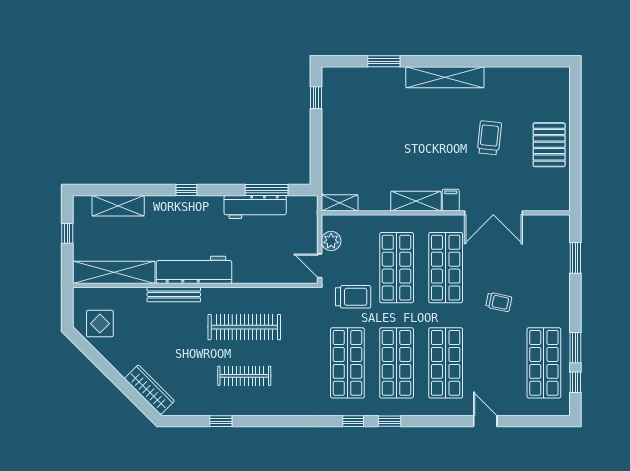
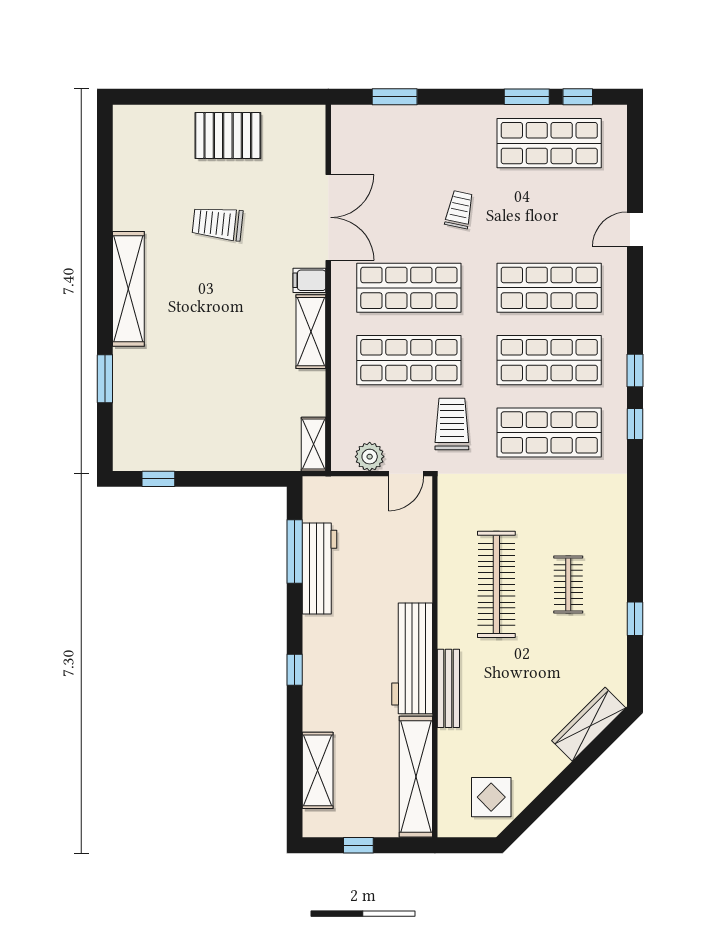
clothes rail: (244, 376) -> (568, 584), width x0.73

